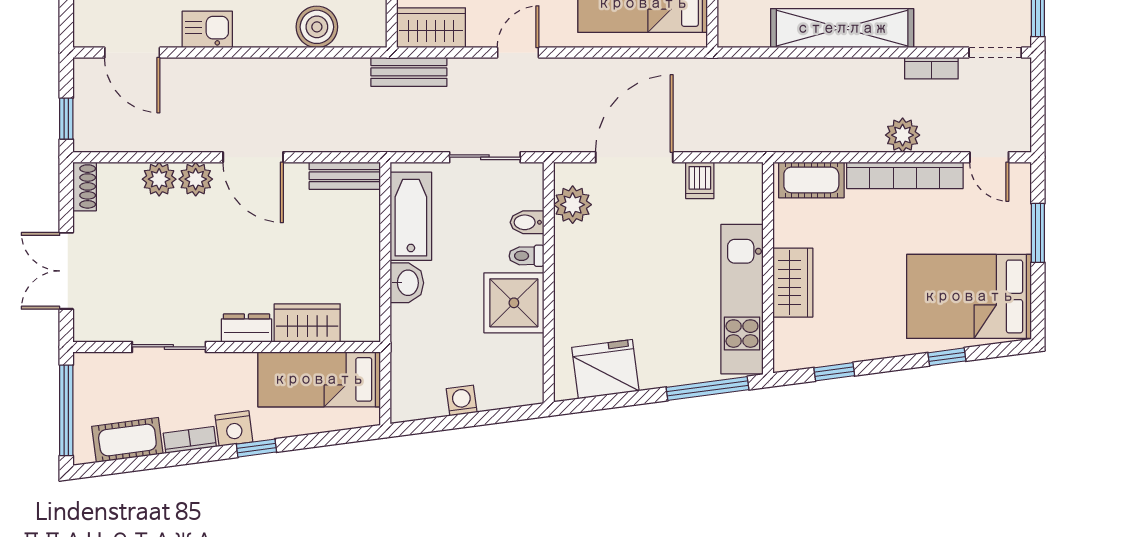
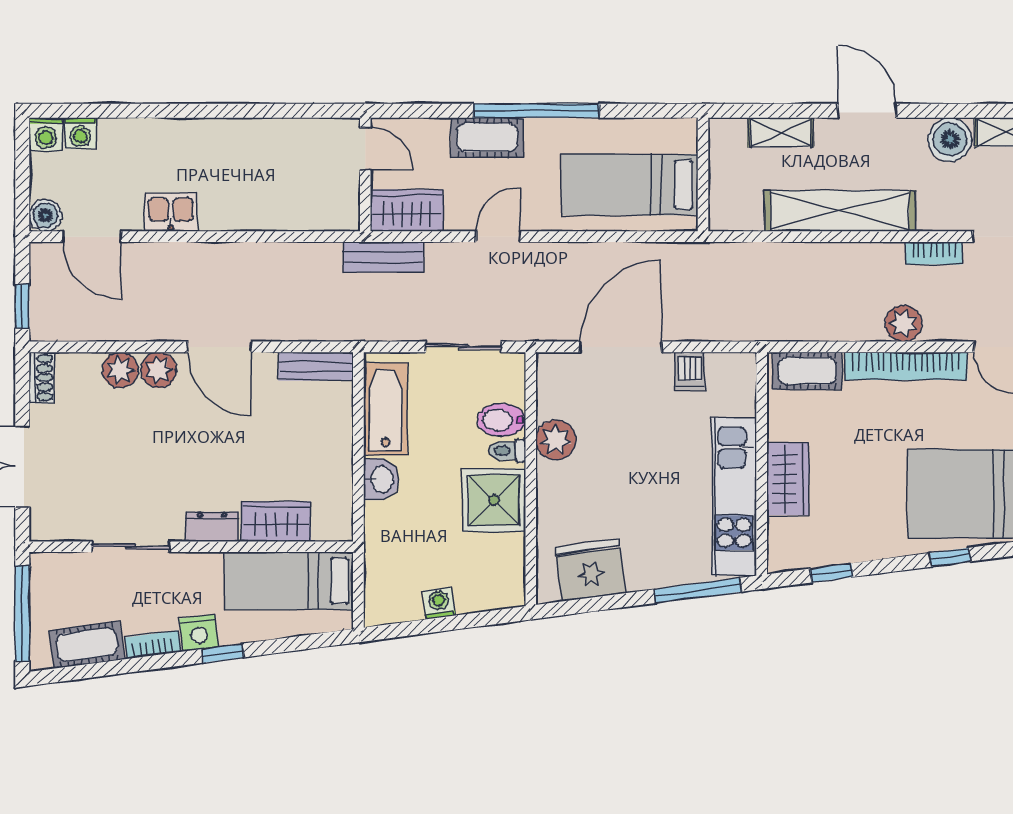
boiler: (317, 27) -> (45, 215), moved, width x0.73, depth x0.73
plant: (573, 205) -> (556, 440), moved
bidet: (527, 222) -> (501, 420), width x1.38, depth x1.36

